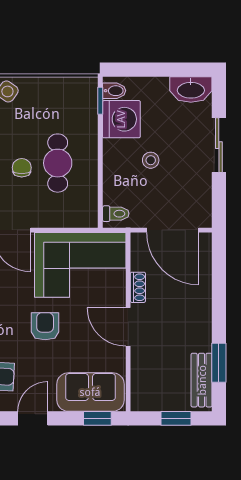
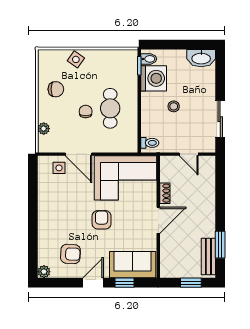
sliding door: (219, 145) -> (220, 119), moved
door: (173, 230) -> (189, 154), width x0.53
door: (128, 327) -> (158, 220), swing flipped
window: (97, 418) -> (125, 283), moved

